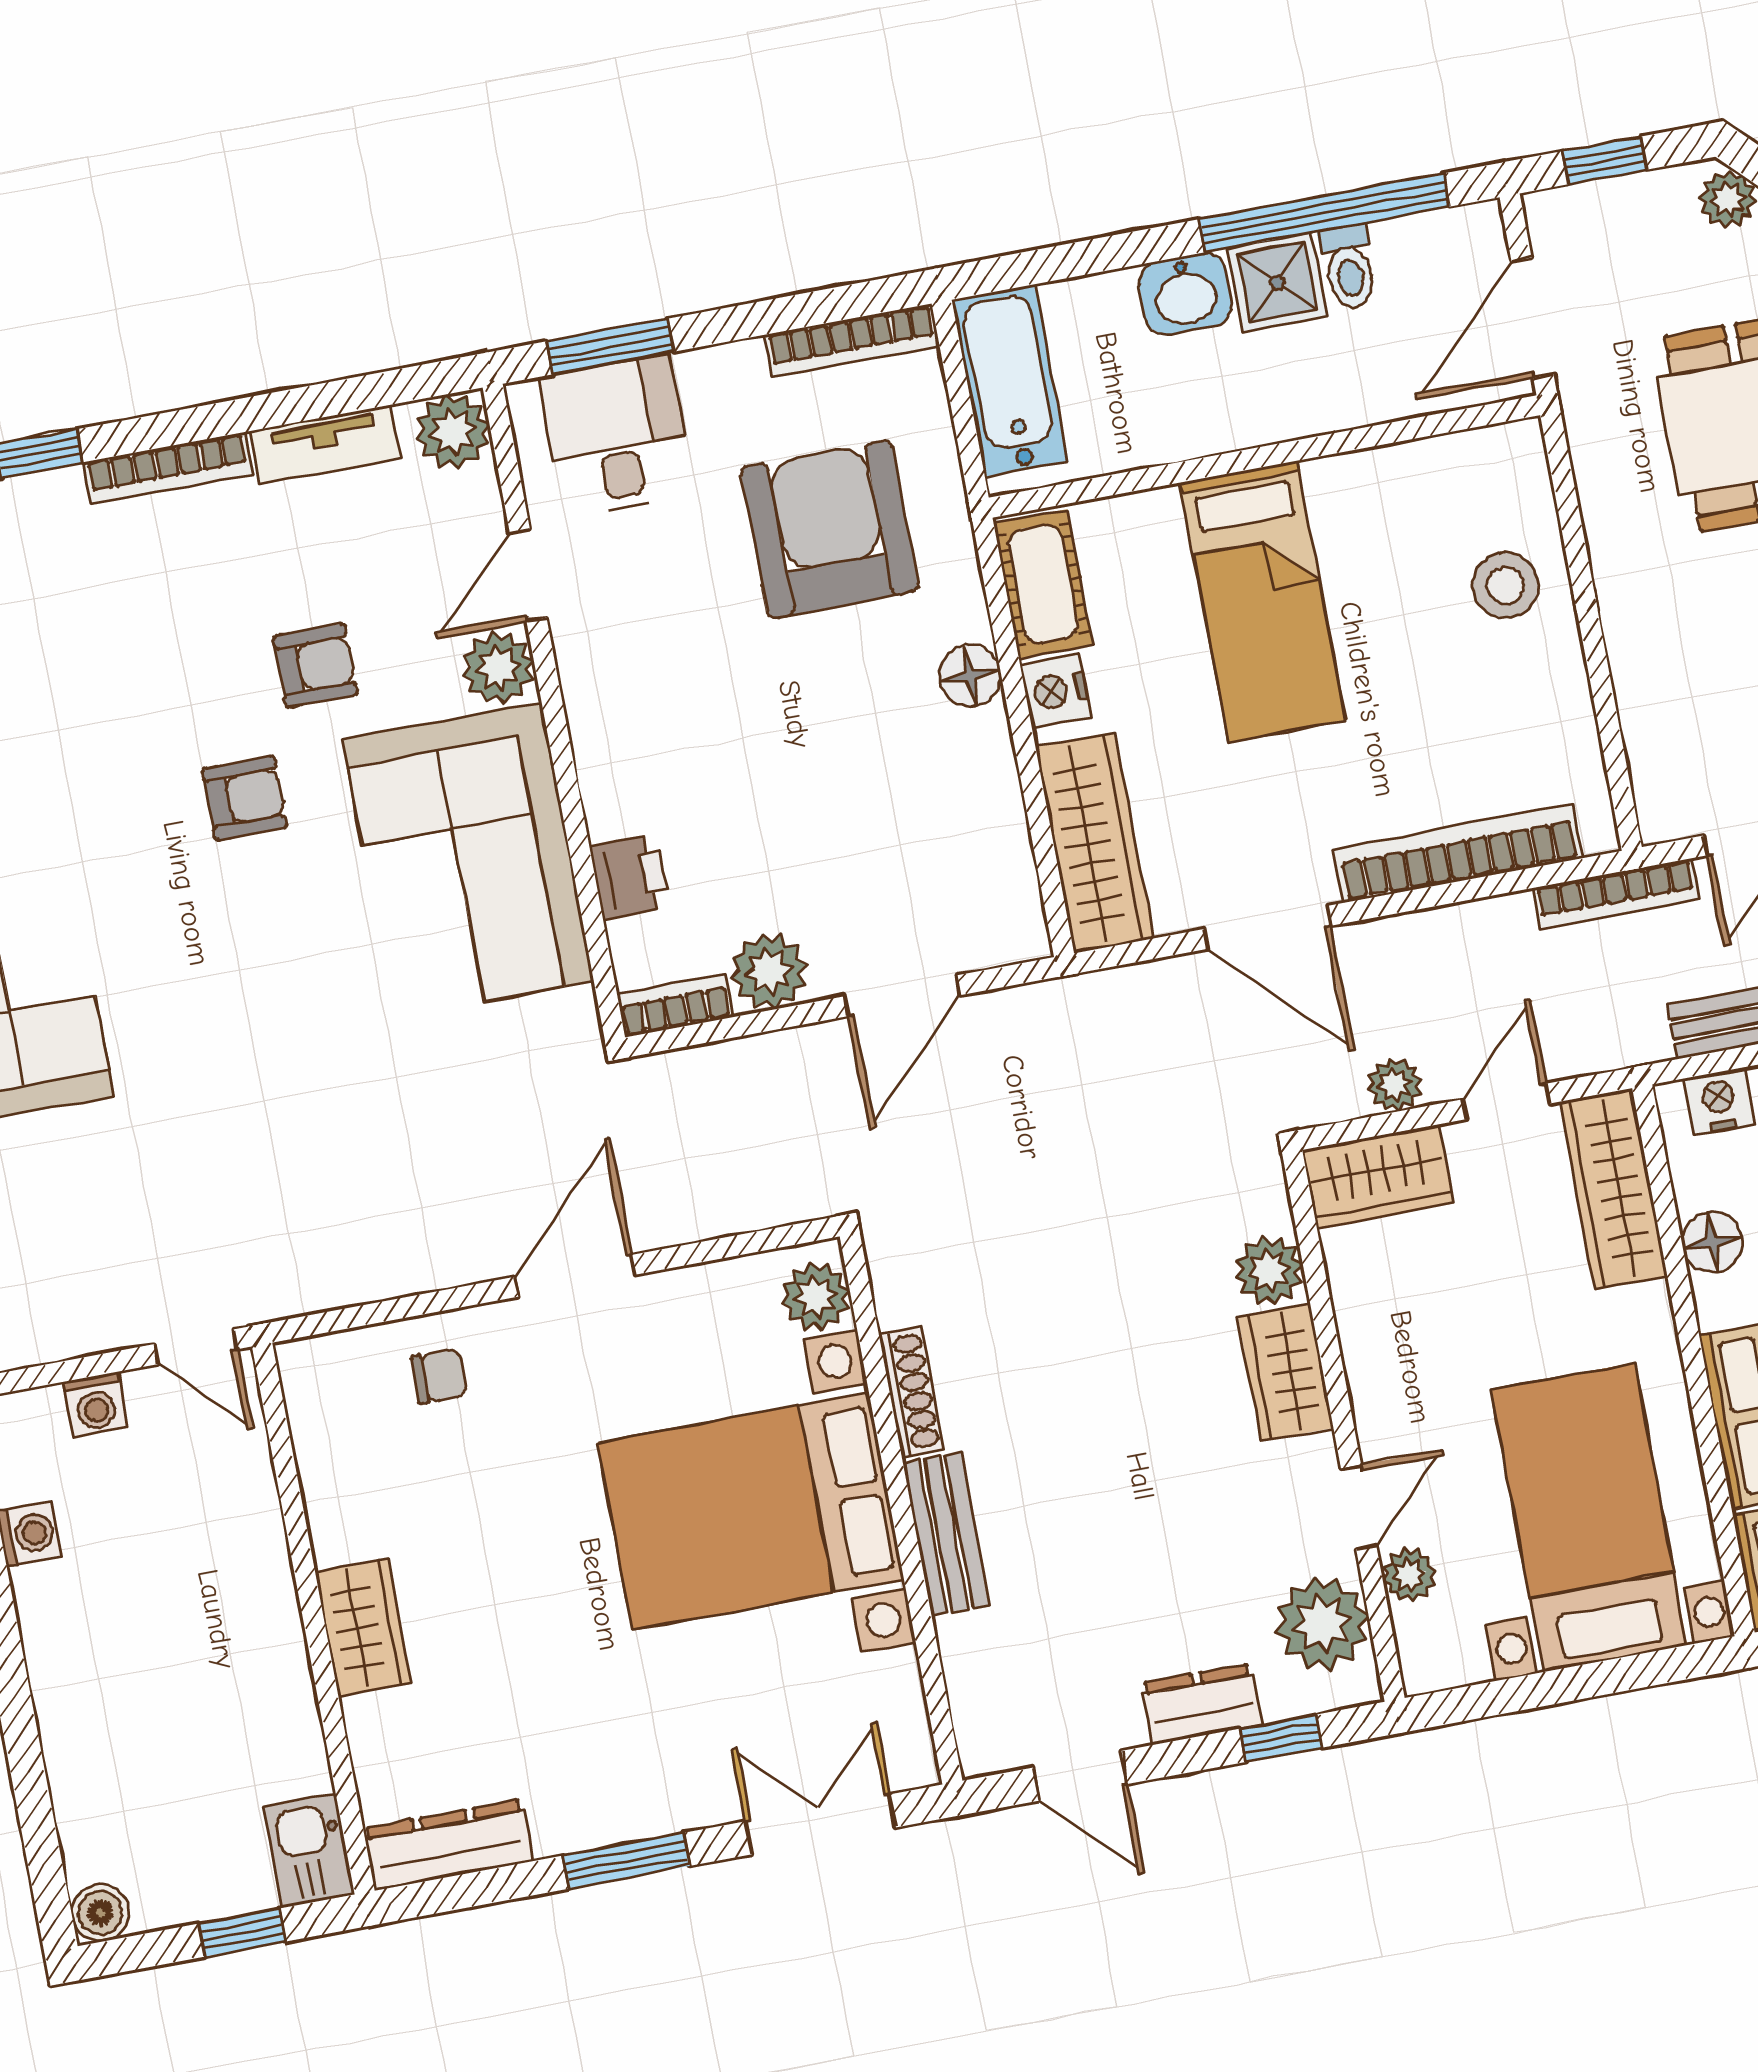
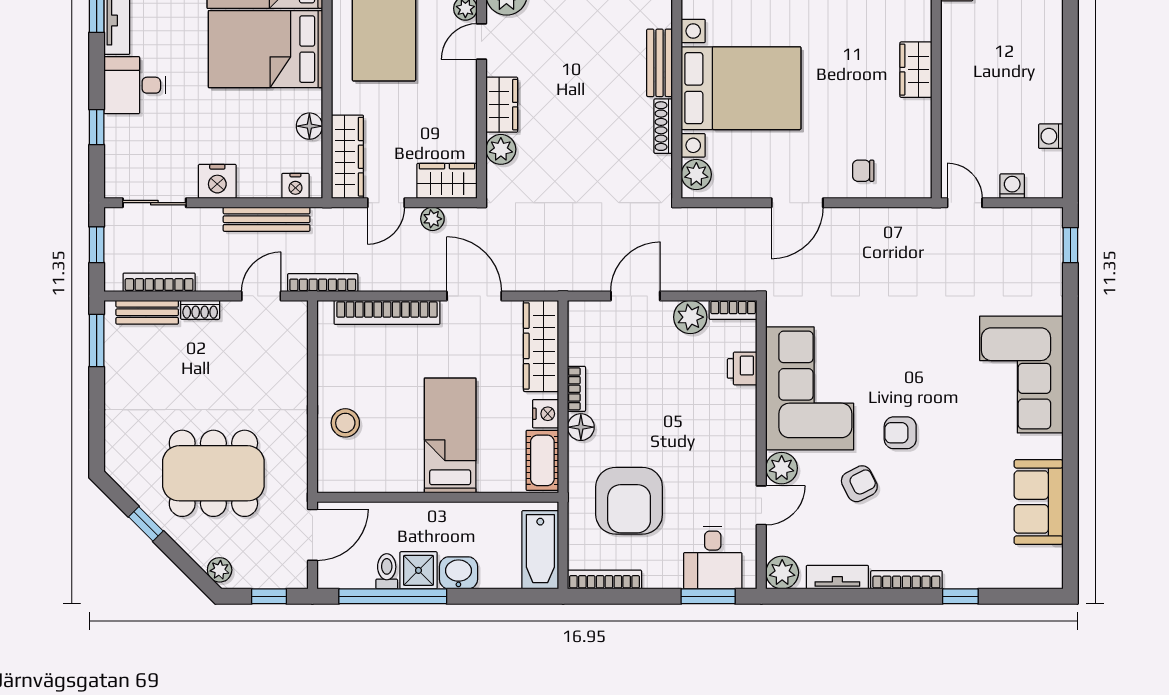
armchair: (315, 666) -> (859, 484), turned 153
bookcase: (996, 760) -> (576, 389), added

